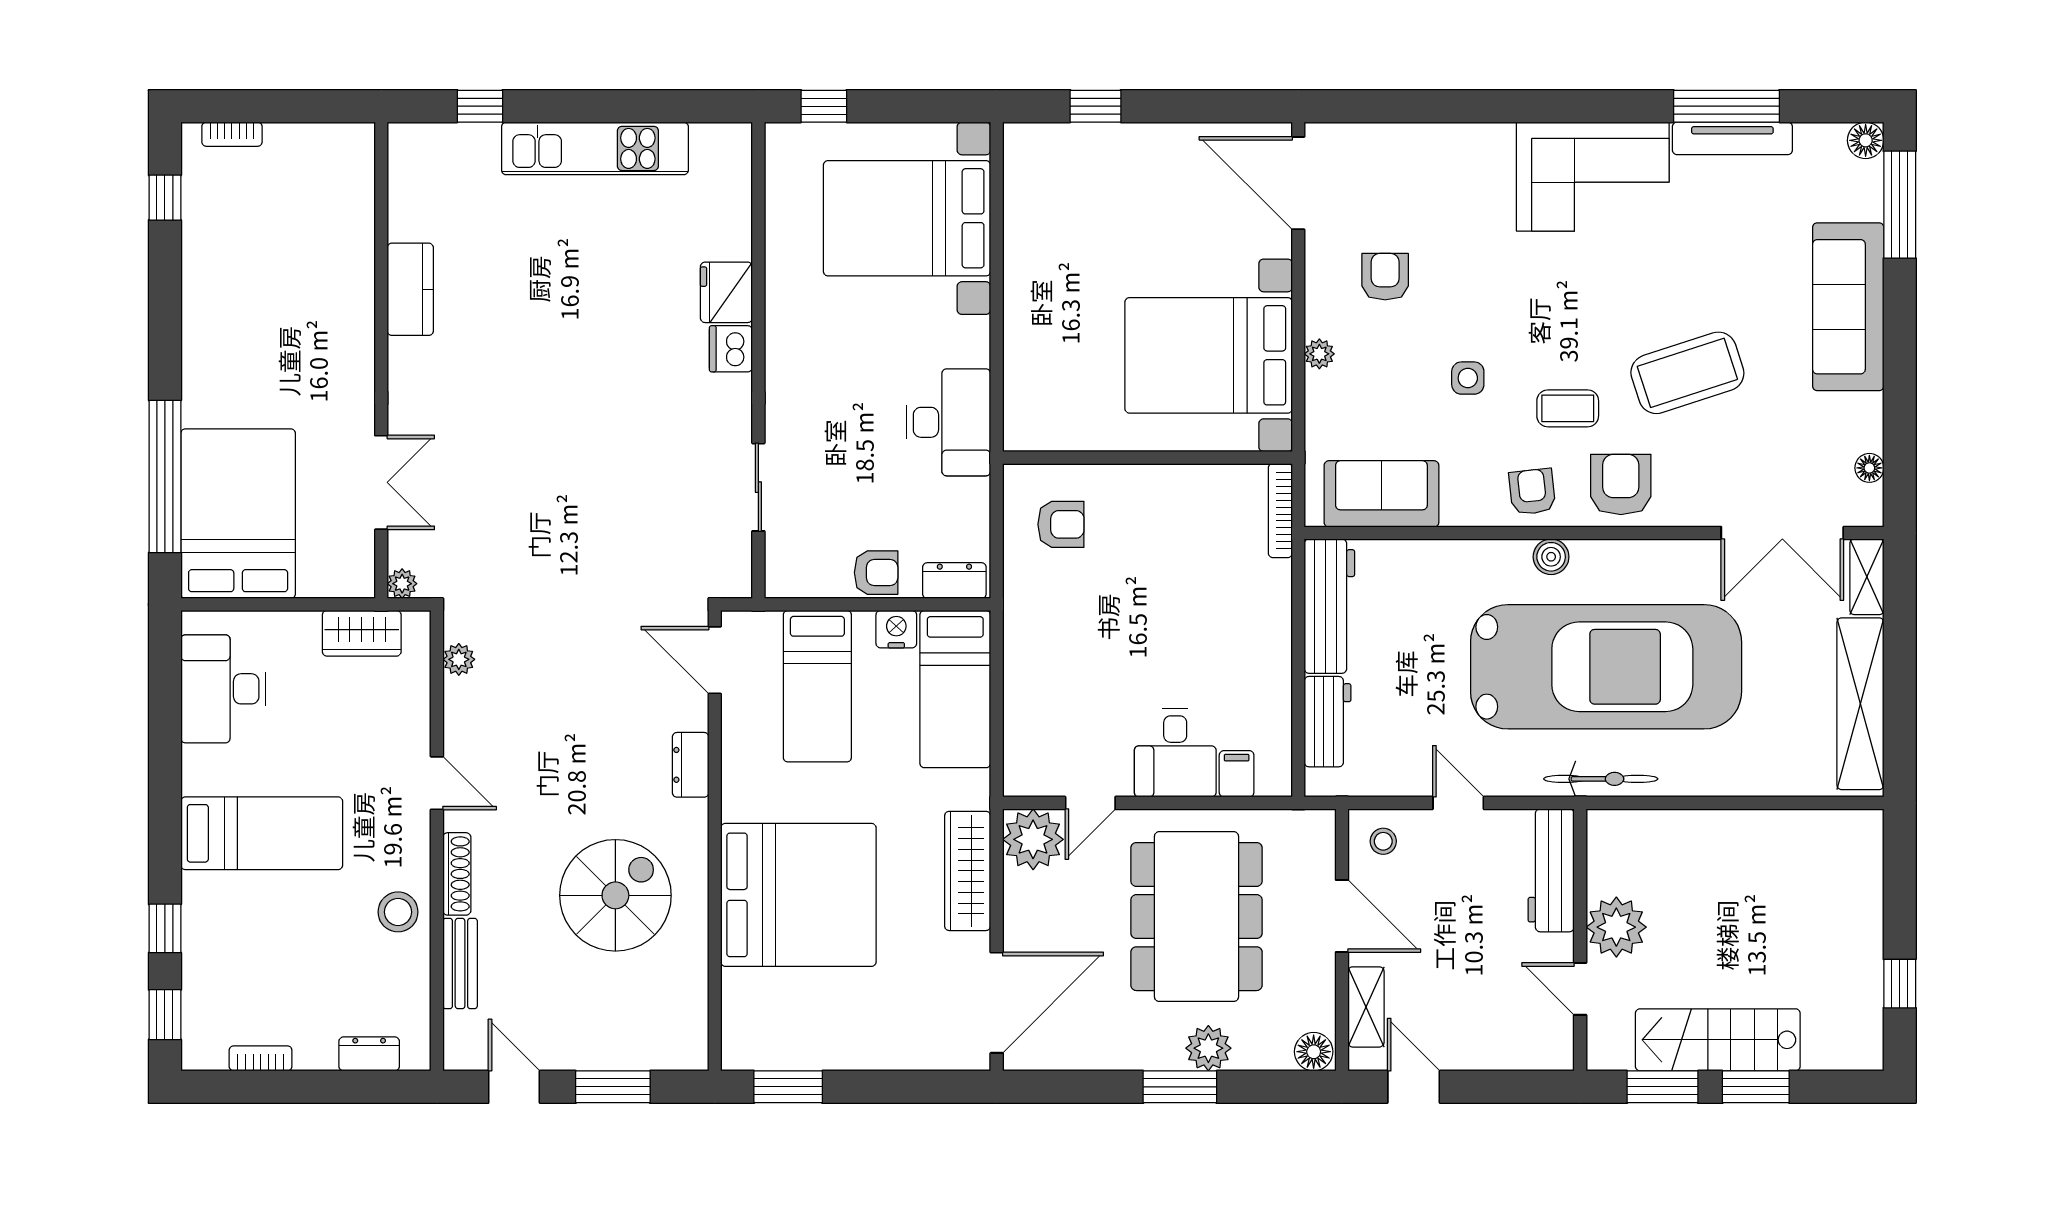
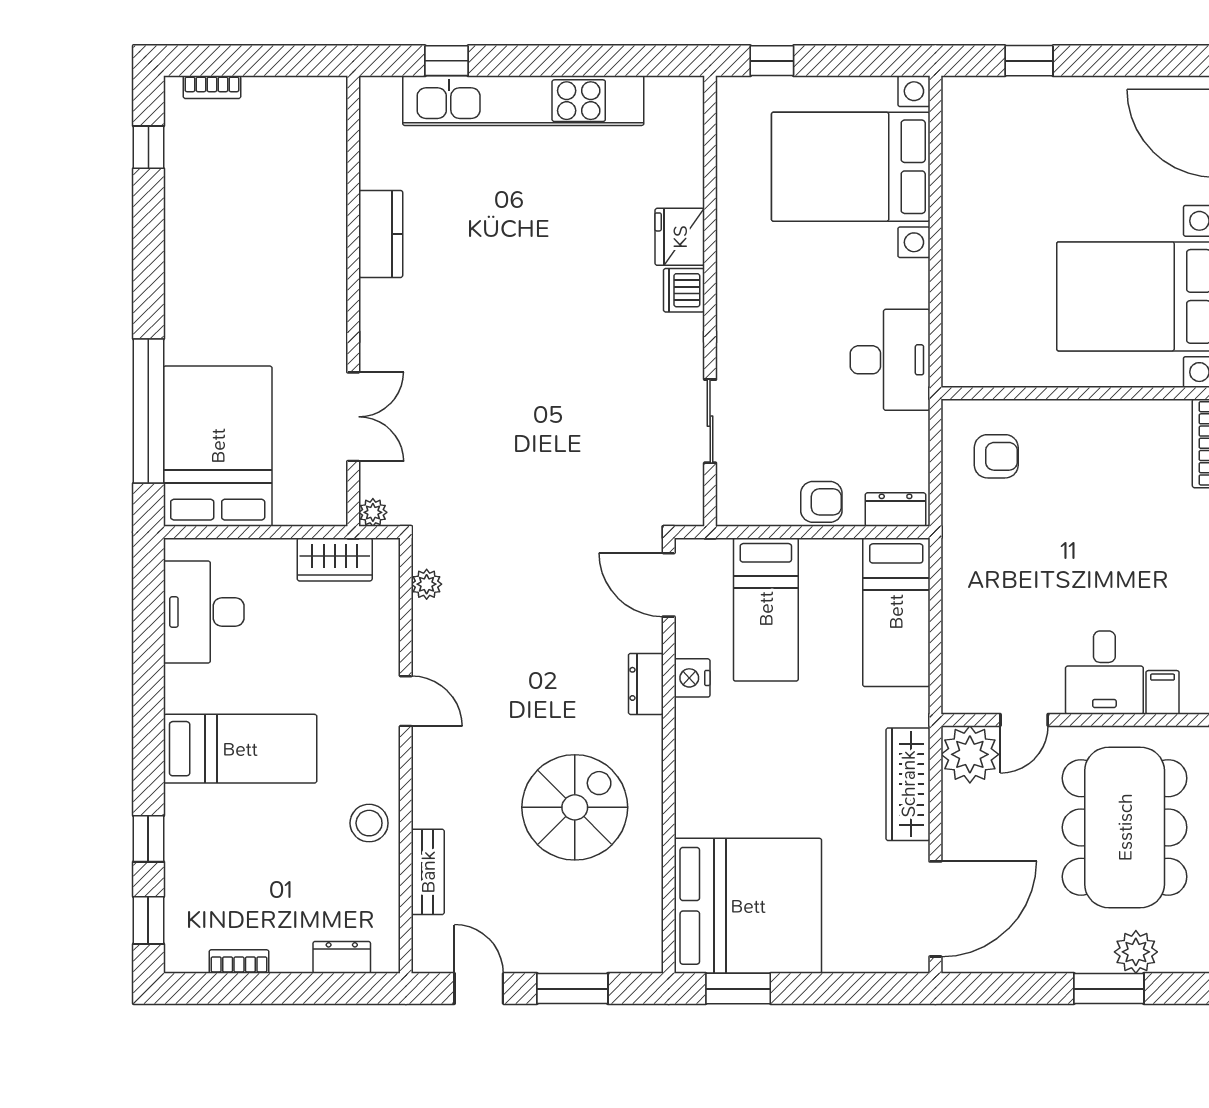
kitchen unit: (595, 148) -> (523, 101), width x1.36
nightstand: (896, 629) -> (692, 678), moved, turned -90
shoe rack: (457, 874) -> (425, 787), removed
bed: (798, 895) -> (748, 906), moved

